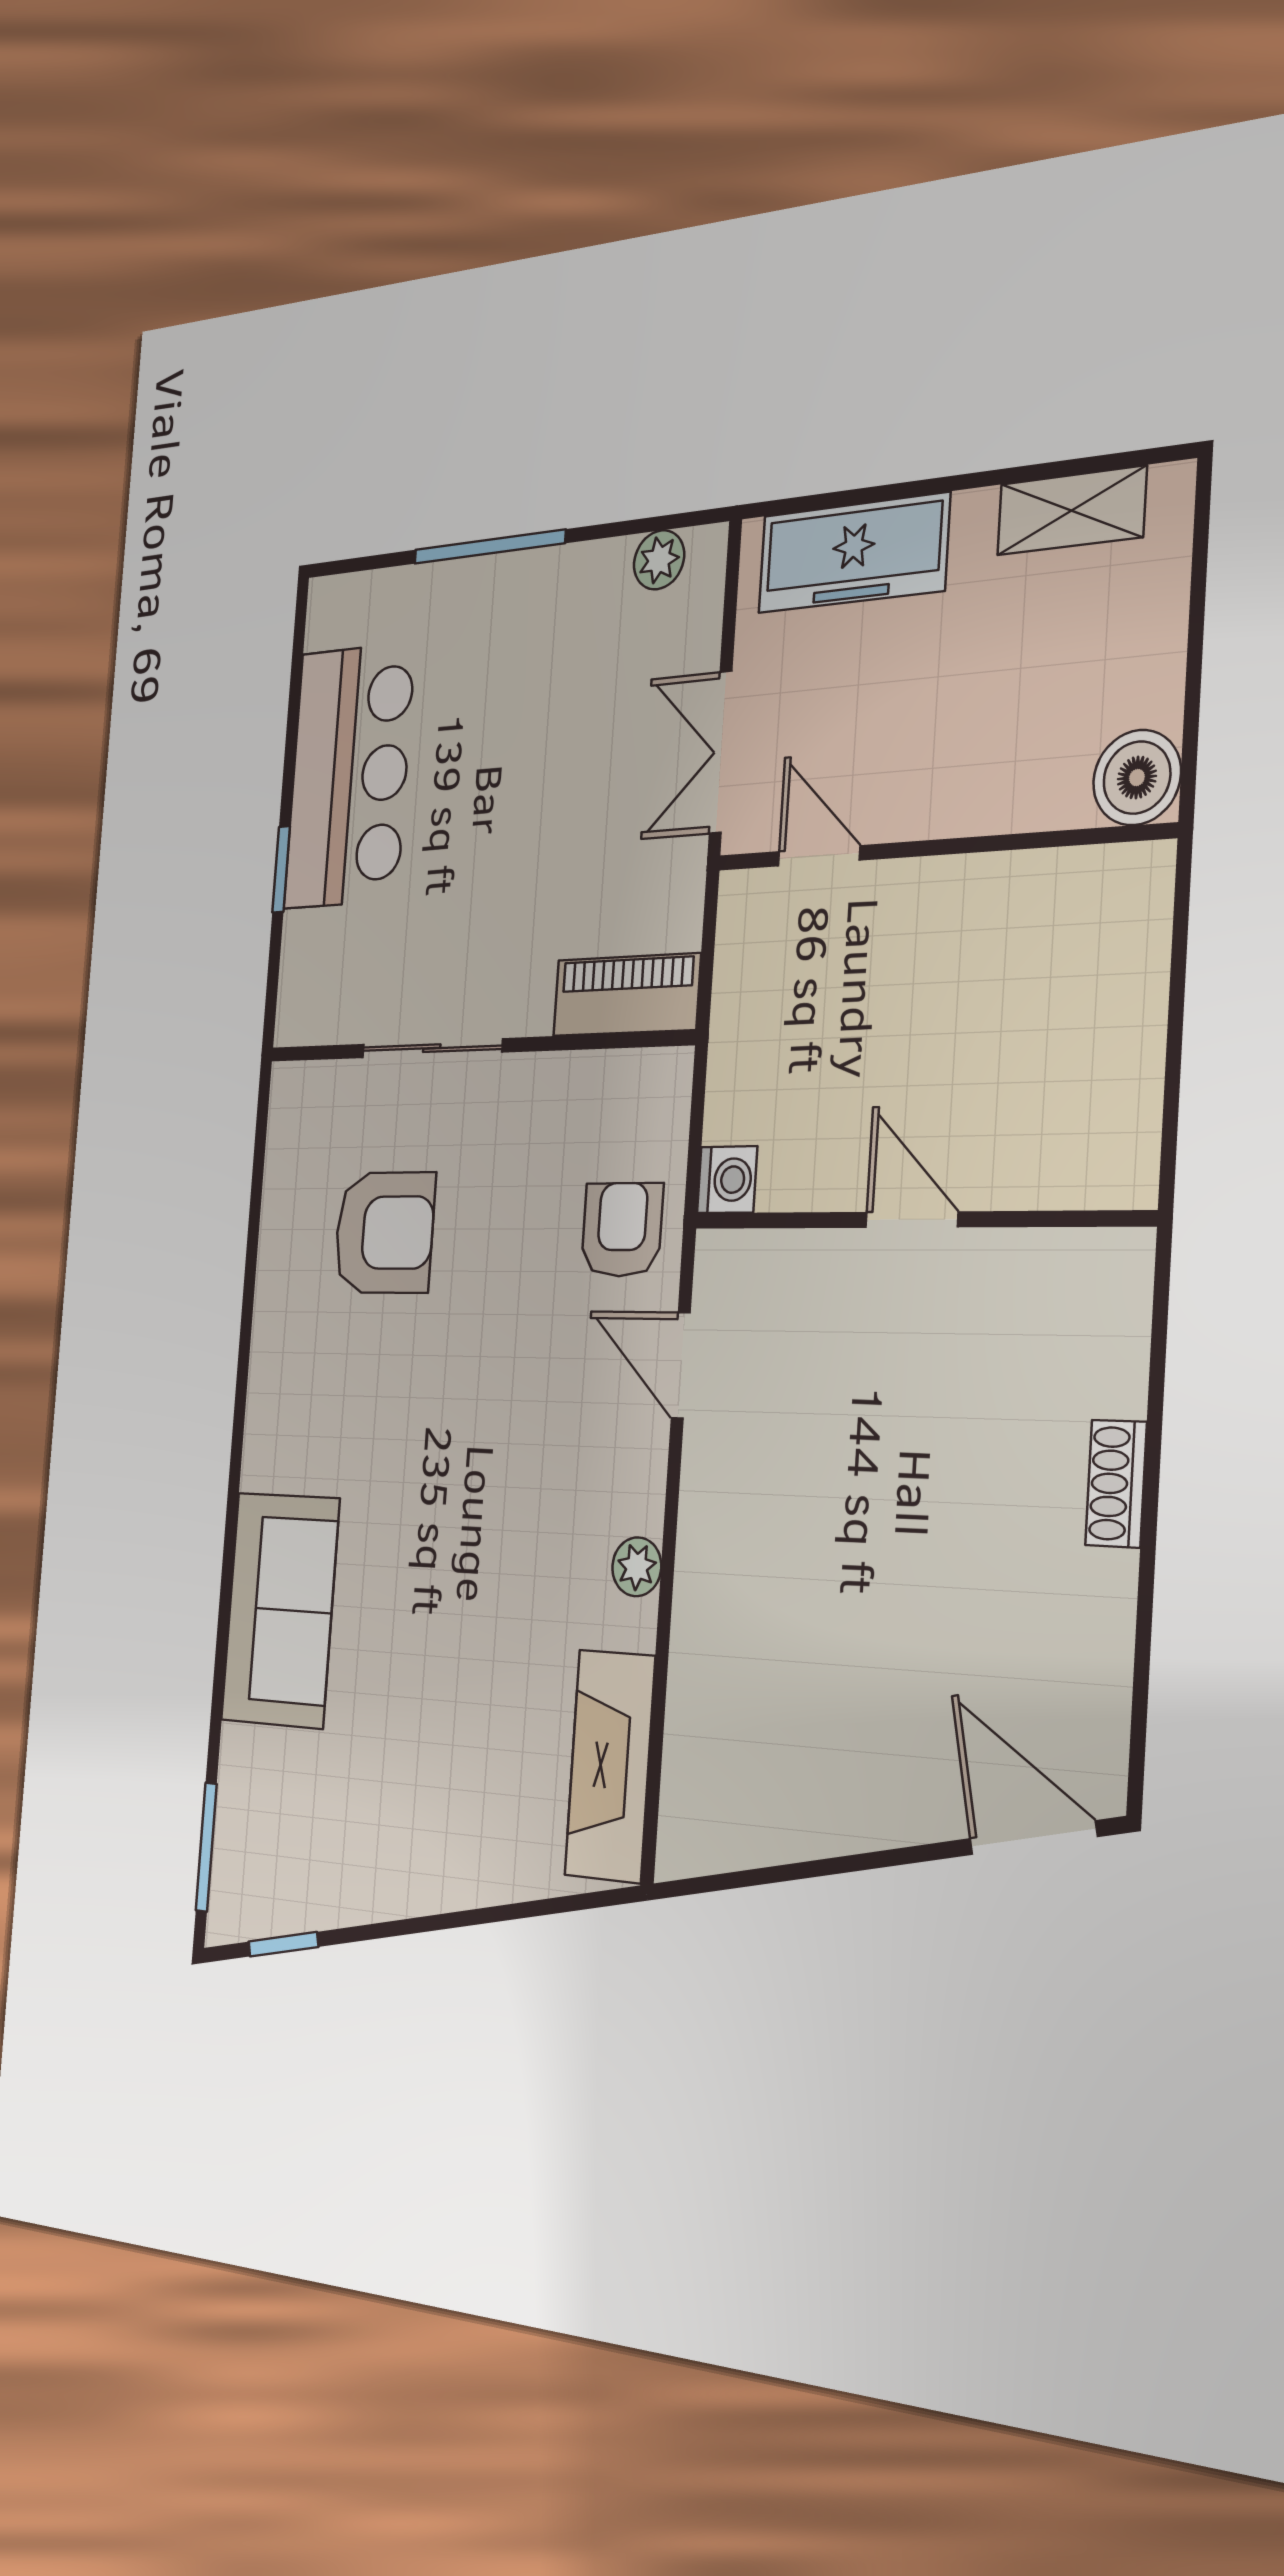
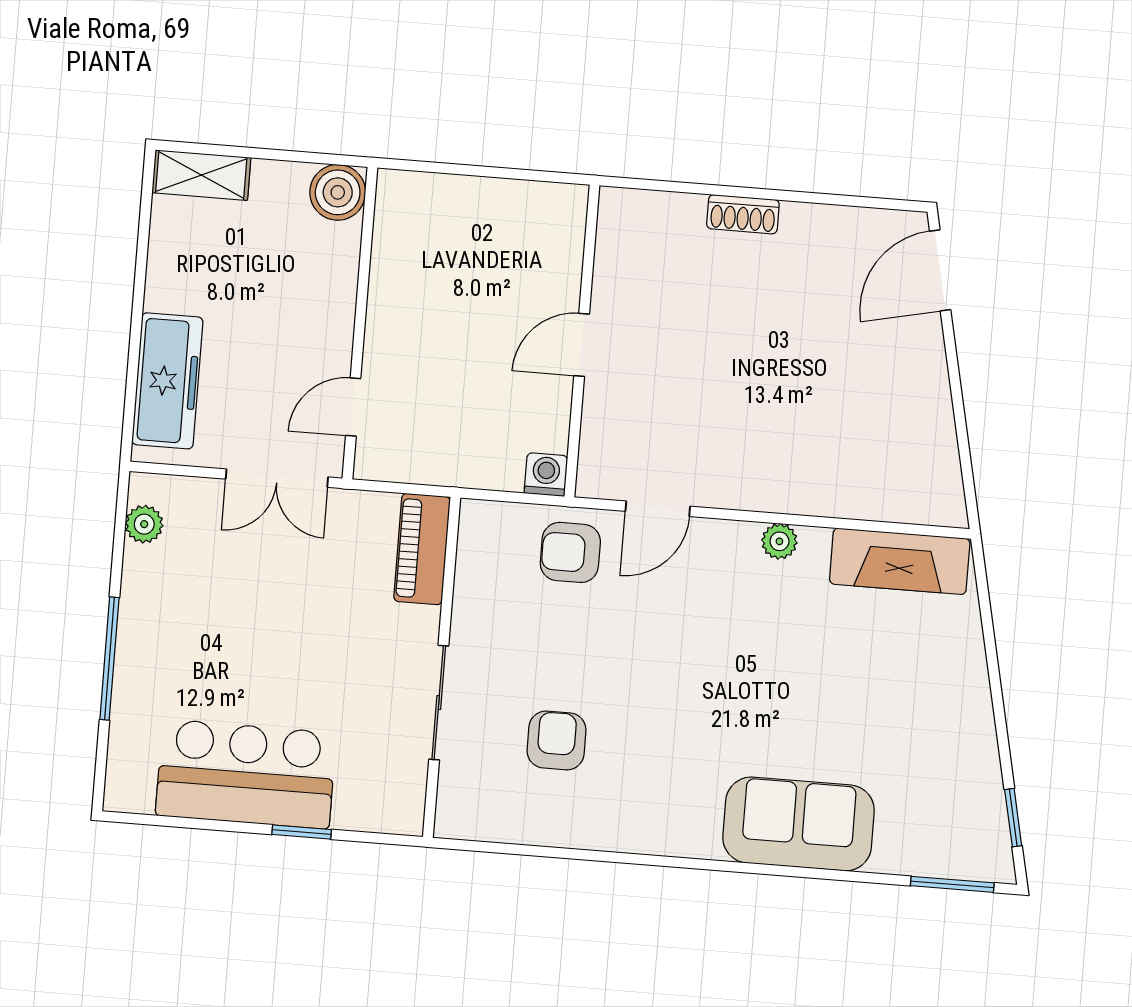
shelving: (1071, 510) -> (201, 175), moved, turned 90
armchair: (384, 1233) -> (557, 740), width x0.72, depth x0.72

